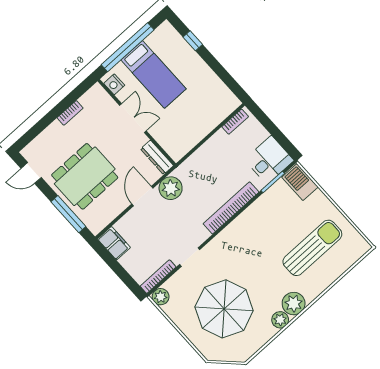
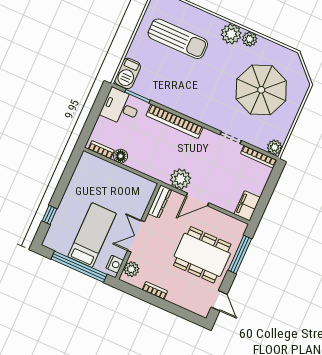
plant: (102, 99) -> (131, 269), added
floor lamp: (220, 138) -> (121, 156), added
sun lounger: (312, 248) -> (178, 39), turned 180

